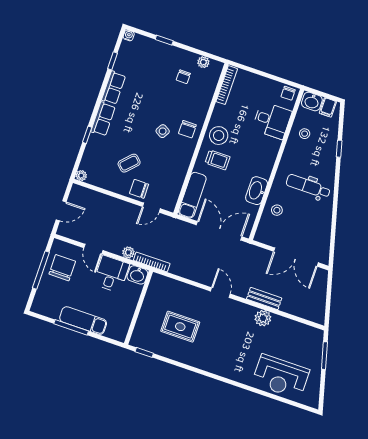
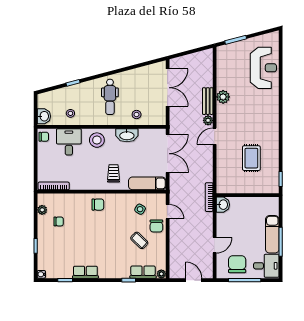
filing cabinet: (328, 107) -> (44, 102), removed
row of seats: (103, 119) -> (143, 272), moved
side table: (163, 131) -> (140, 209), moved
stool: (219, 136) -> (97, 140), moved
double door: (219, 231) -> (168, 154), swing flipped
plant: (128, 252) -> (208, 120), moved
chair: (62, 268) -> (237, 264), turned 90
desk: (111, 274) -> (266, 266), moved, turned 180

